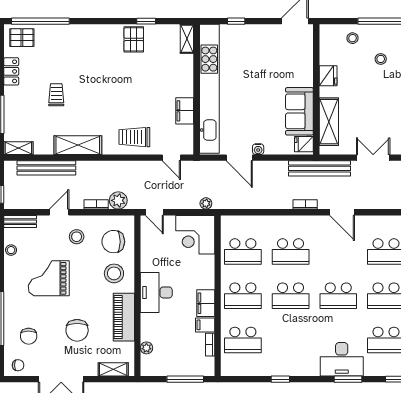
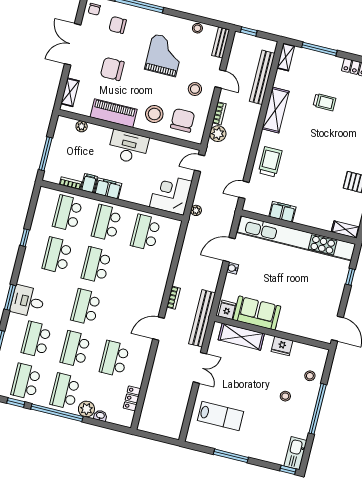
school desk: (291, 251) -> (57, 255), moved
desk: (342, 359) -> (28, 301), width x0.73

